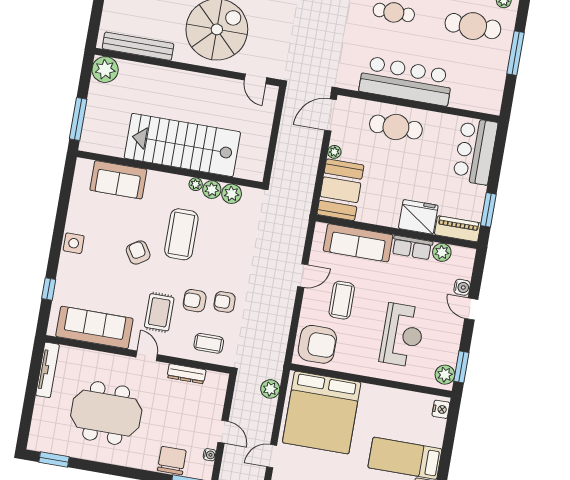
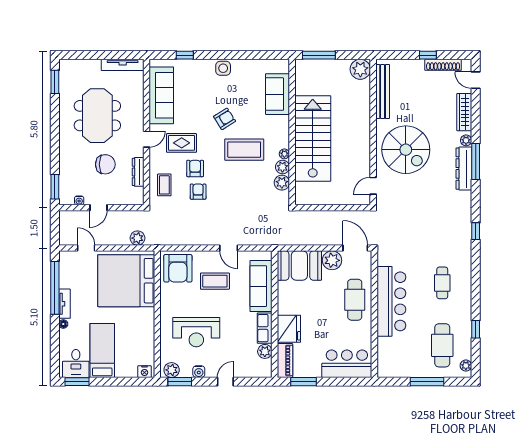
plant: (334, 152) -> (332, 260), width x1.88, depth x1.88
water cooler: (462, 287) -> (199, 372), moved
chair: (172, 460) -> (105, 164), moved

